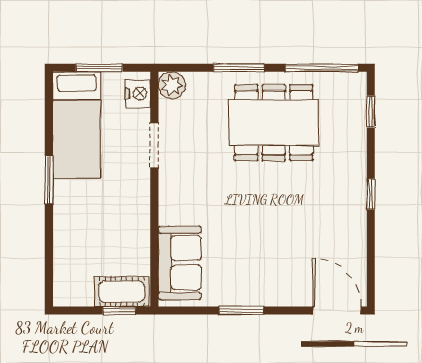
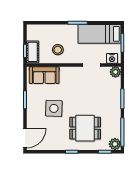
plant: (352, 86) -> (115, 144), added
dining table: (274, 123) -> (85, 128), moved, width x0.73
stool: (116, 229) -> (58, 50), added
side table: (263, 239) -> (54, 108), added

